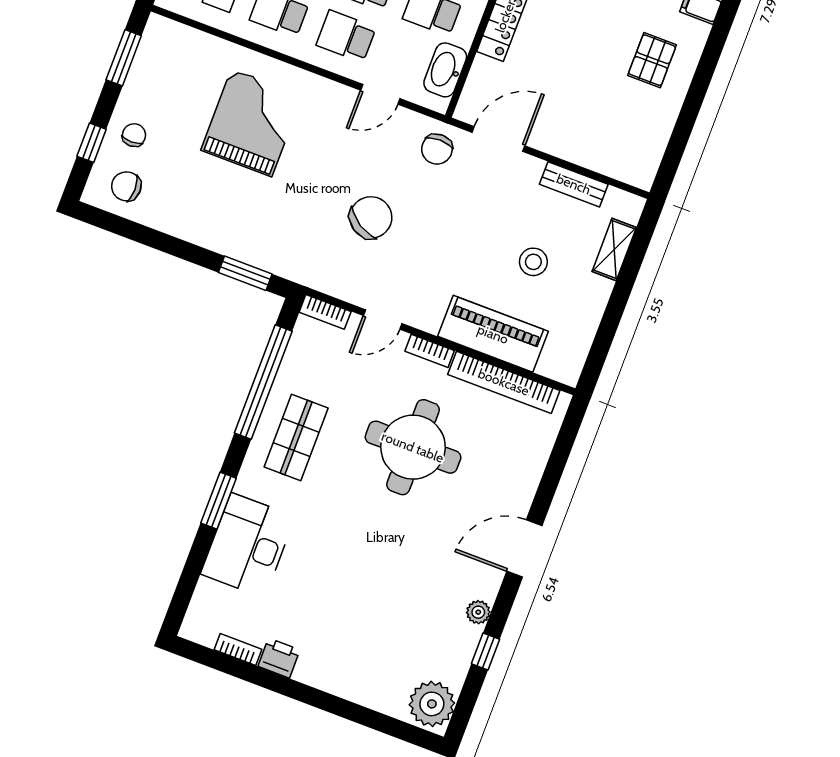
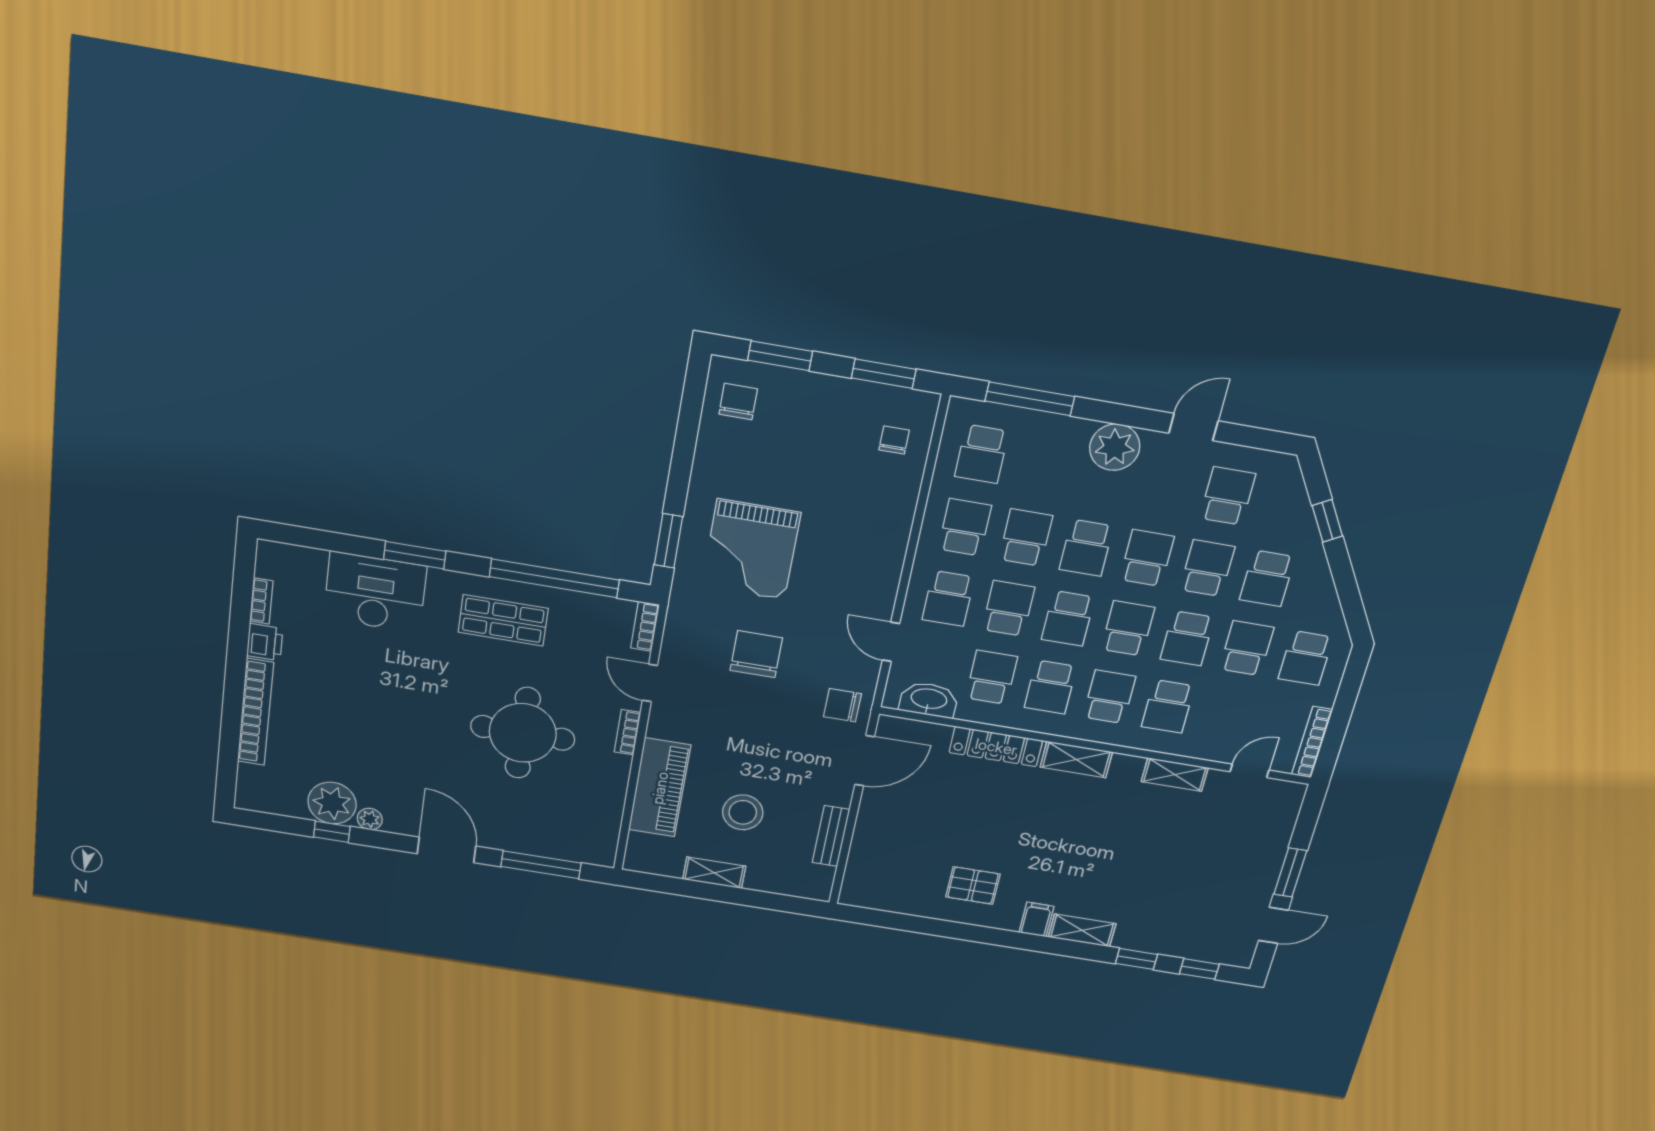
school desk: (346, 36) -> (948, 598), turned 180
grand piano: (252, 123) -> (751, 550), moved, turned 90
chair: (134, 135) -> (894, 440), moved, turned -90
door: (498, 139) -> (865, 761), hinge flipped
window: (92, 143) -> (780, 356), width x1.50
chair: (371, 217) -> (756, 654), turned -122
shelving: (614, 250) -> (714, 873), moved
stool: (533, 262) -> (743, 812), width x1.38, depth x1.38
bookcase: (504, 382) -> (255, 712), moved, turned 180
window: (557, 463) -> (541, 865), added
plant: (432, 704) -> (332, 803), moved

